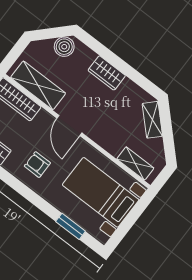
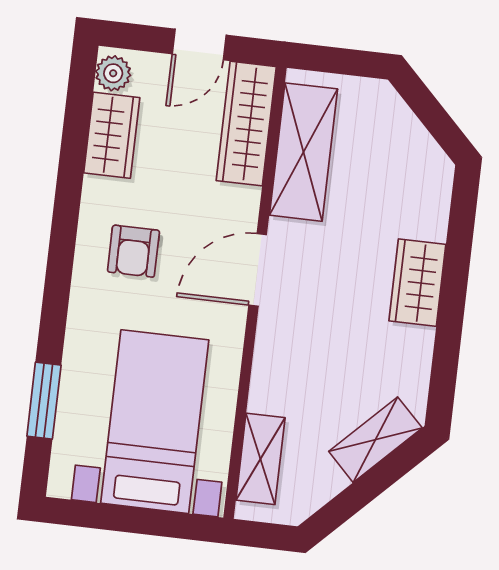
boiler: (64, 47) -> (419, 158), removed
armchair: (37, 165) -> (133, 251), turned 180

